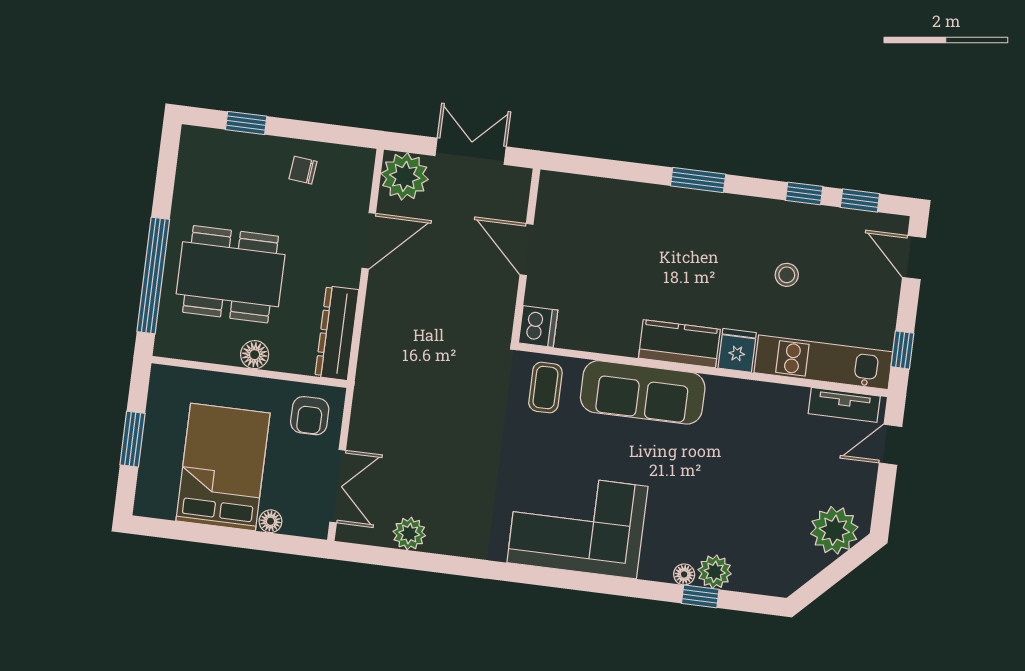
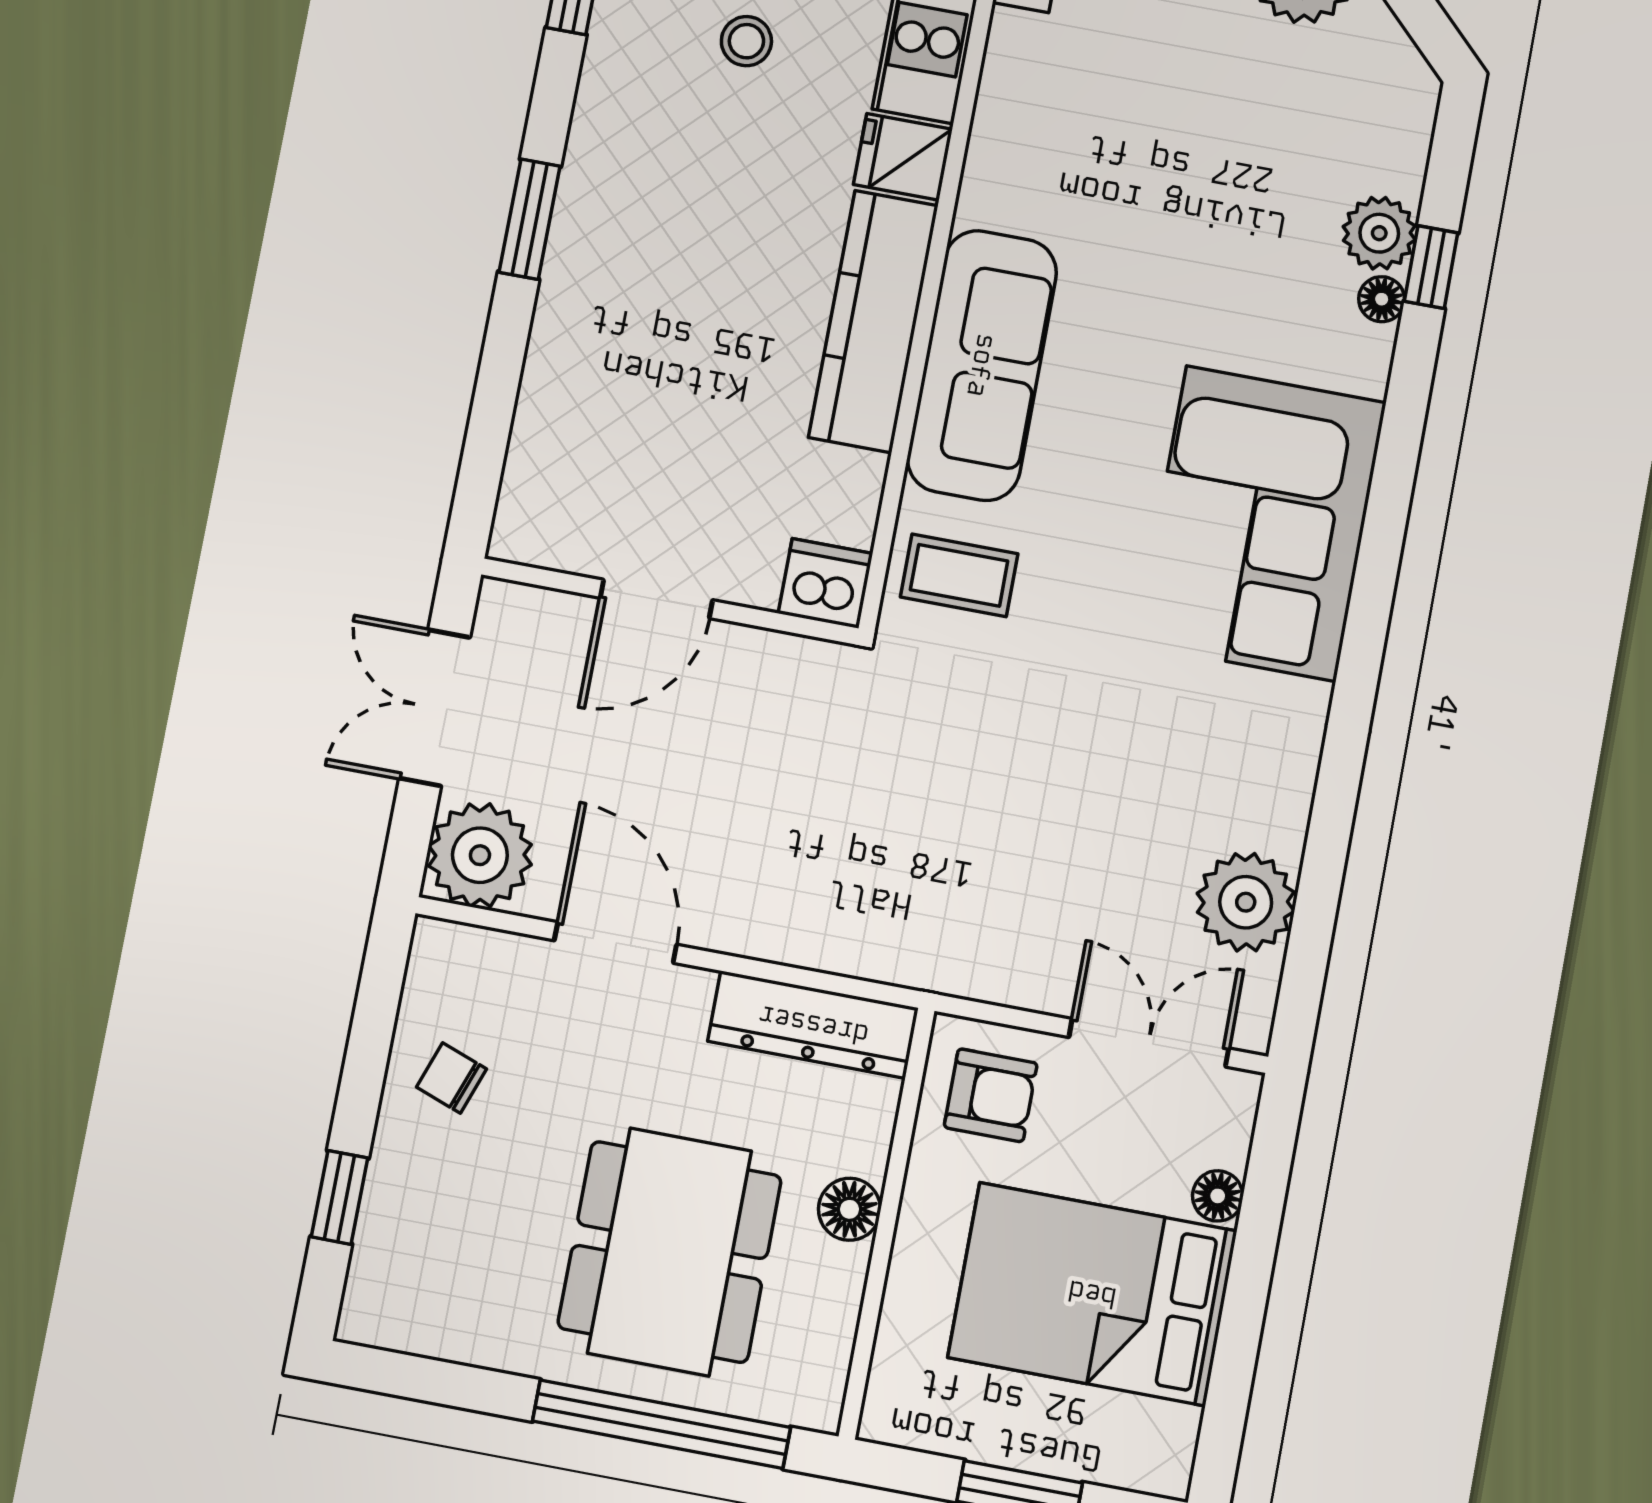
chair: (303, 170) -> (452, 1078), turned 104
kitchen counter: (679, 344) -> (873, 321), width x1.50
plant: (409, 534) -> (1246, 902), width x1.36, depth x1.36

